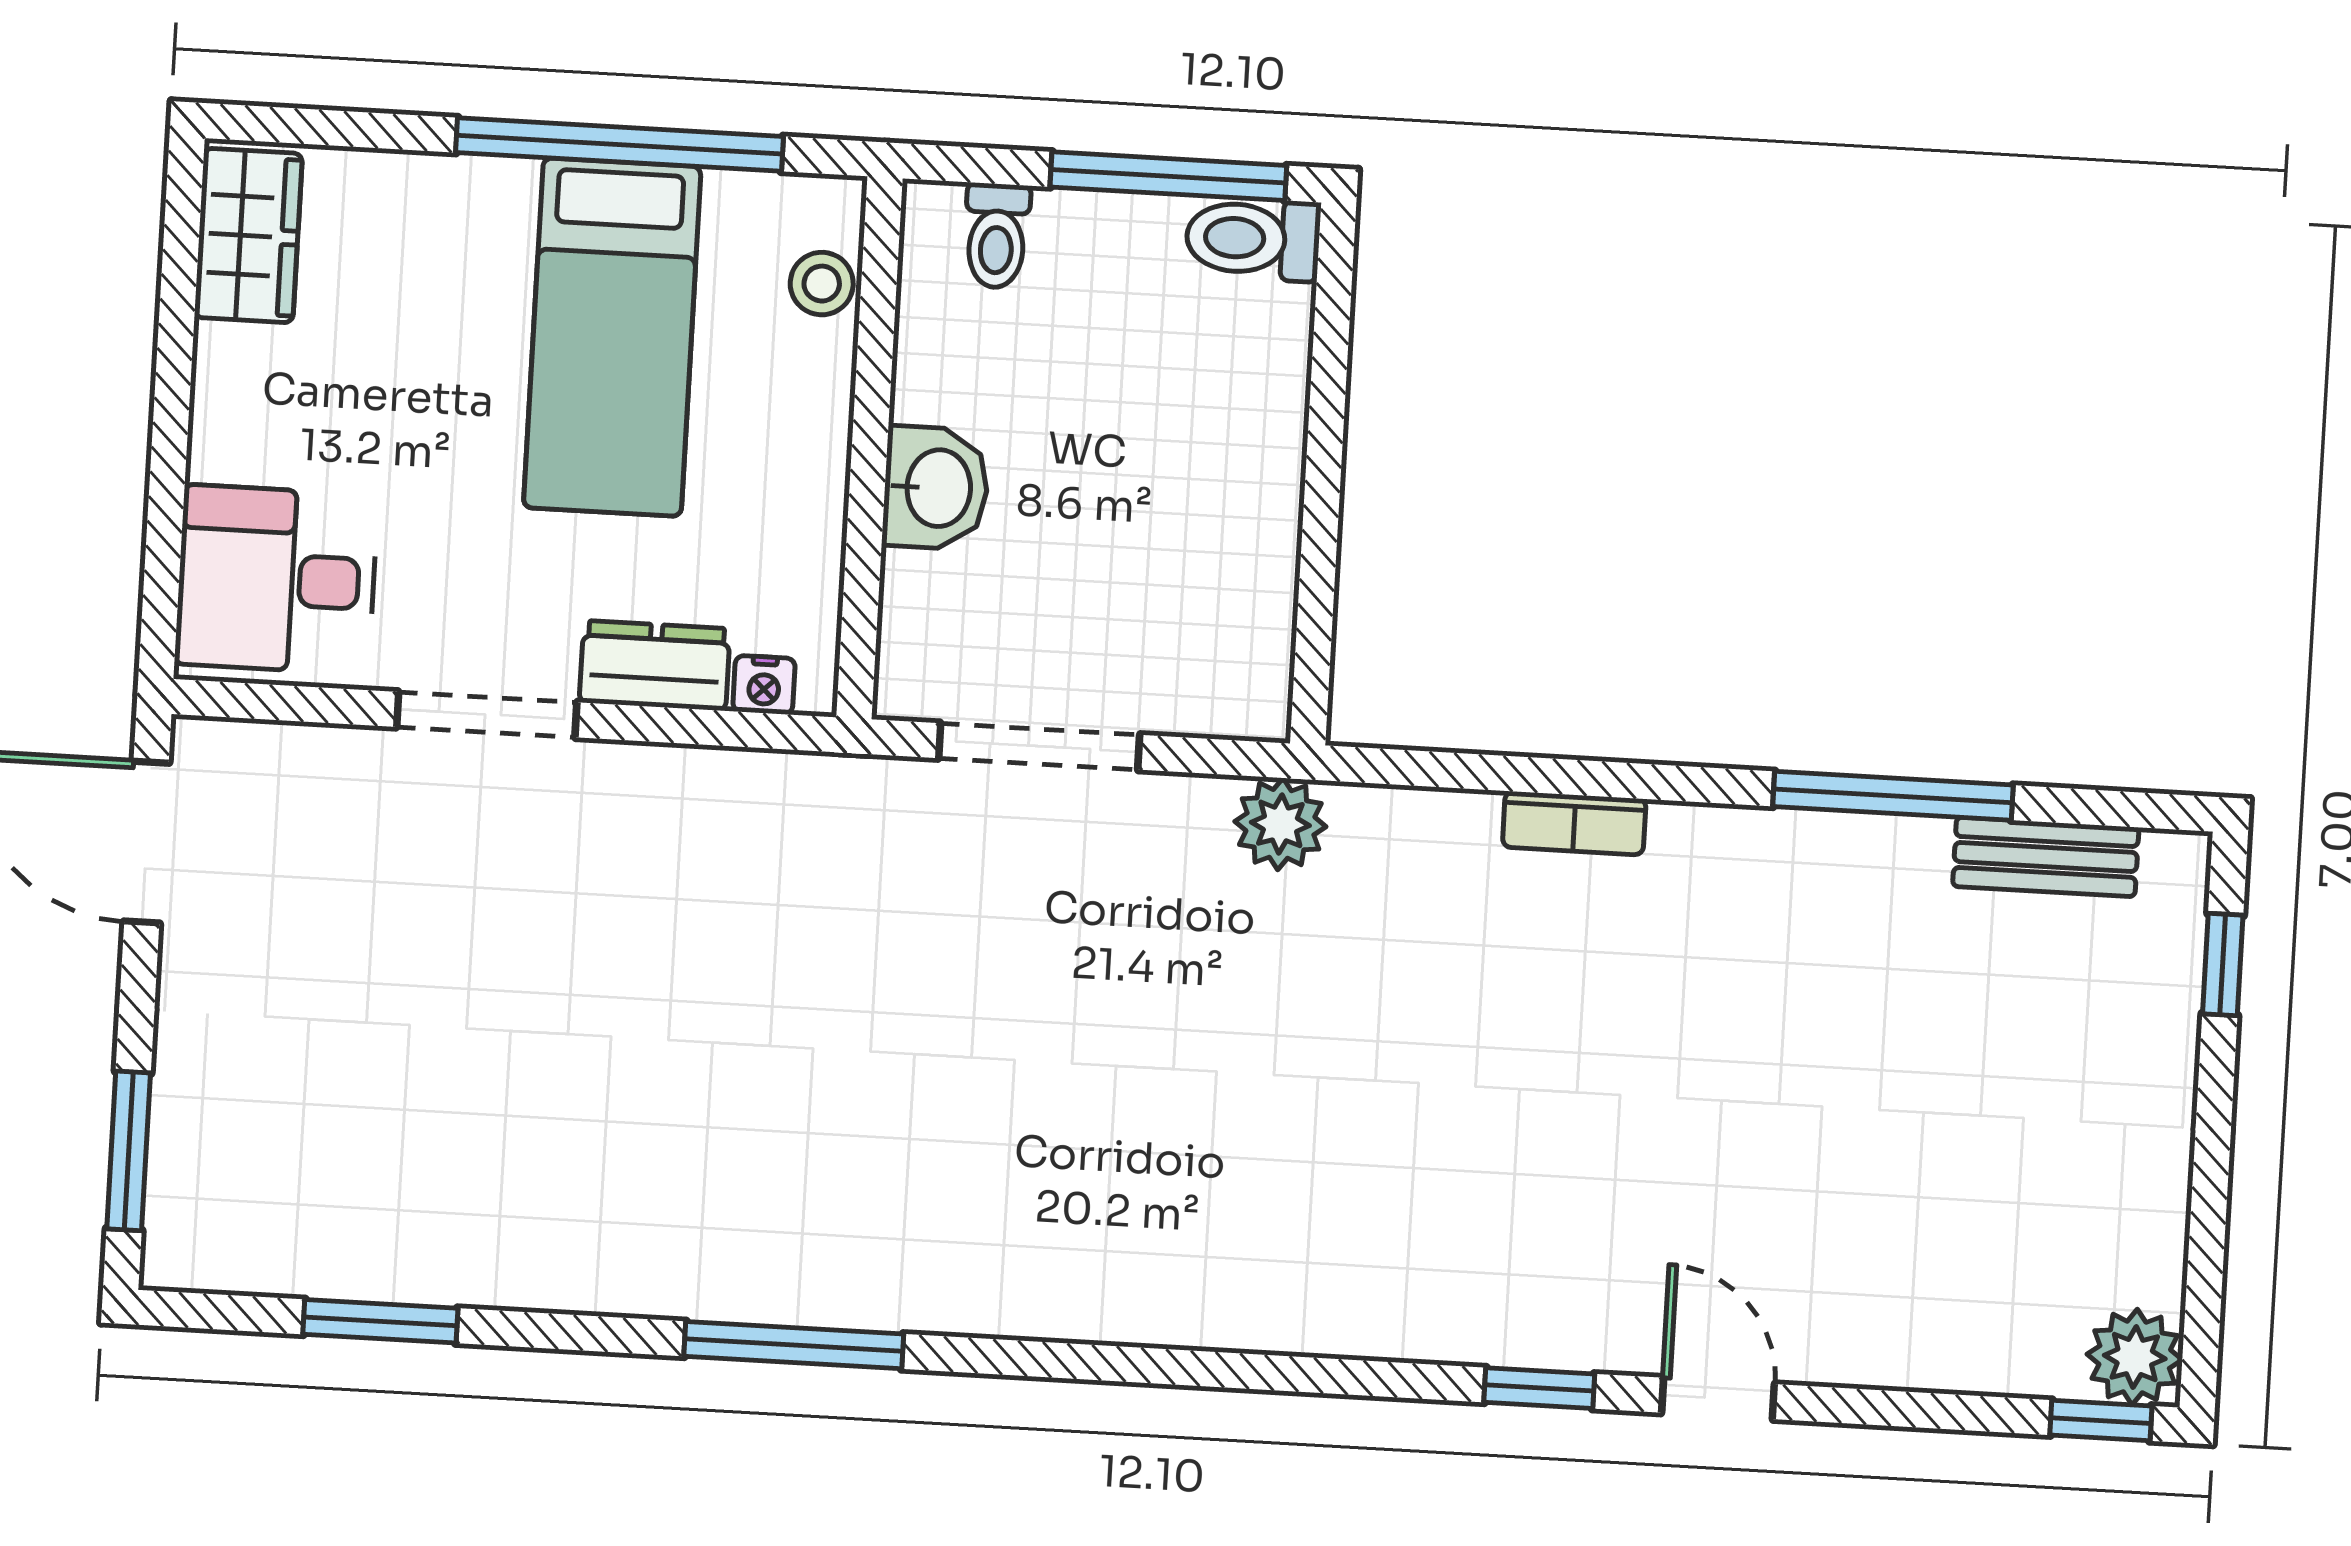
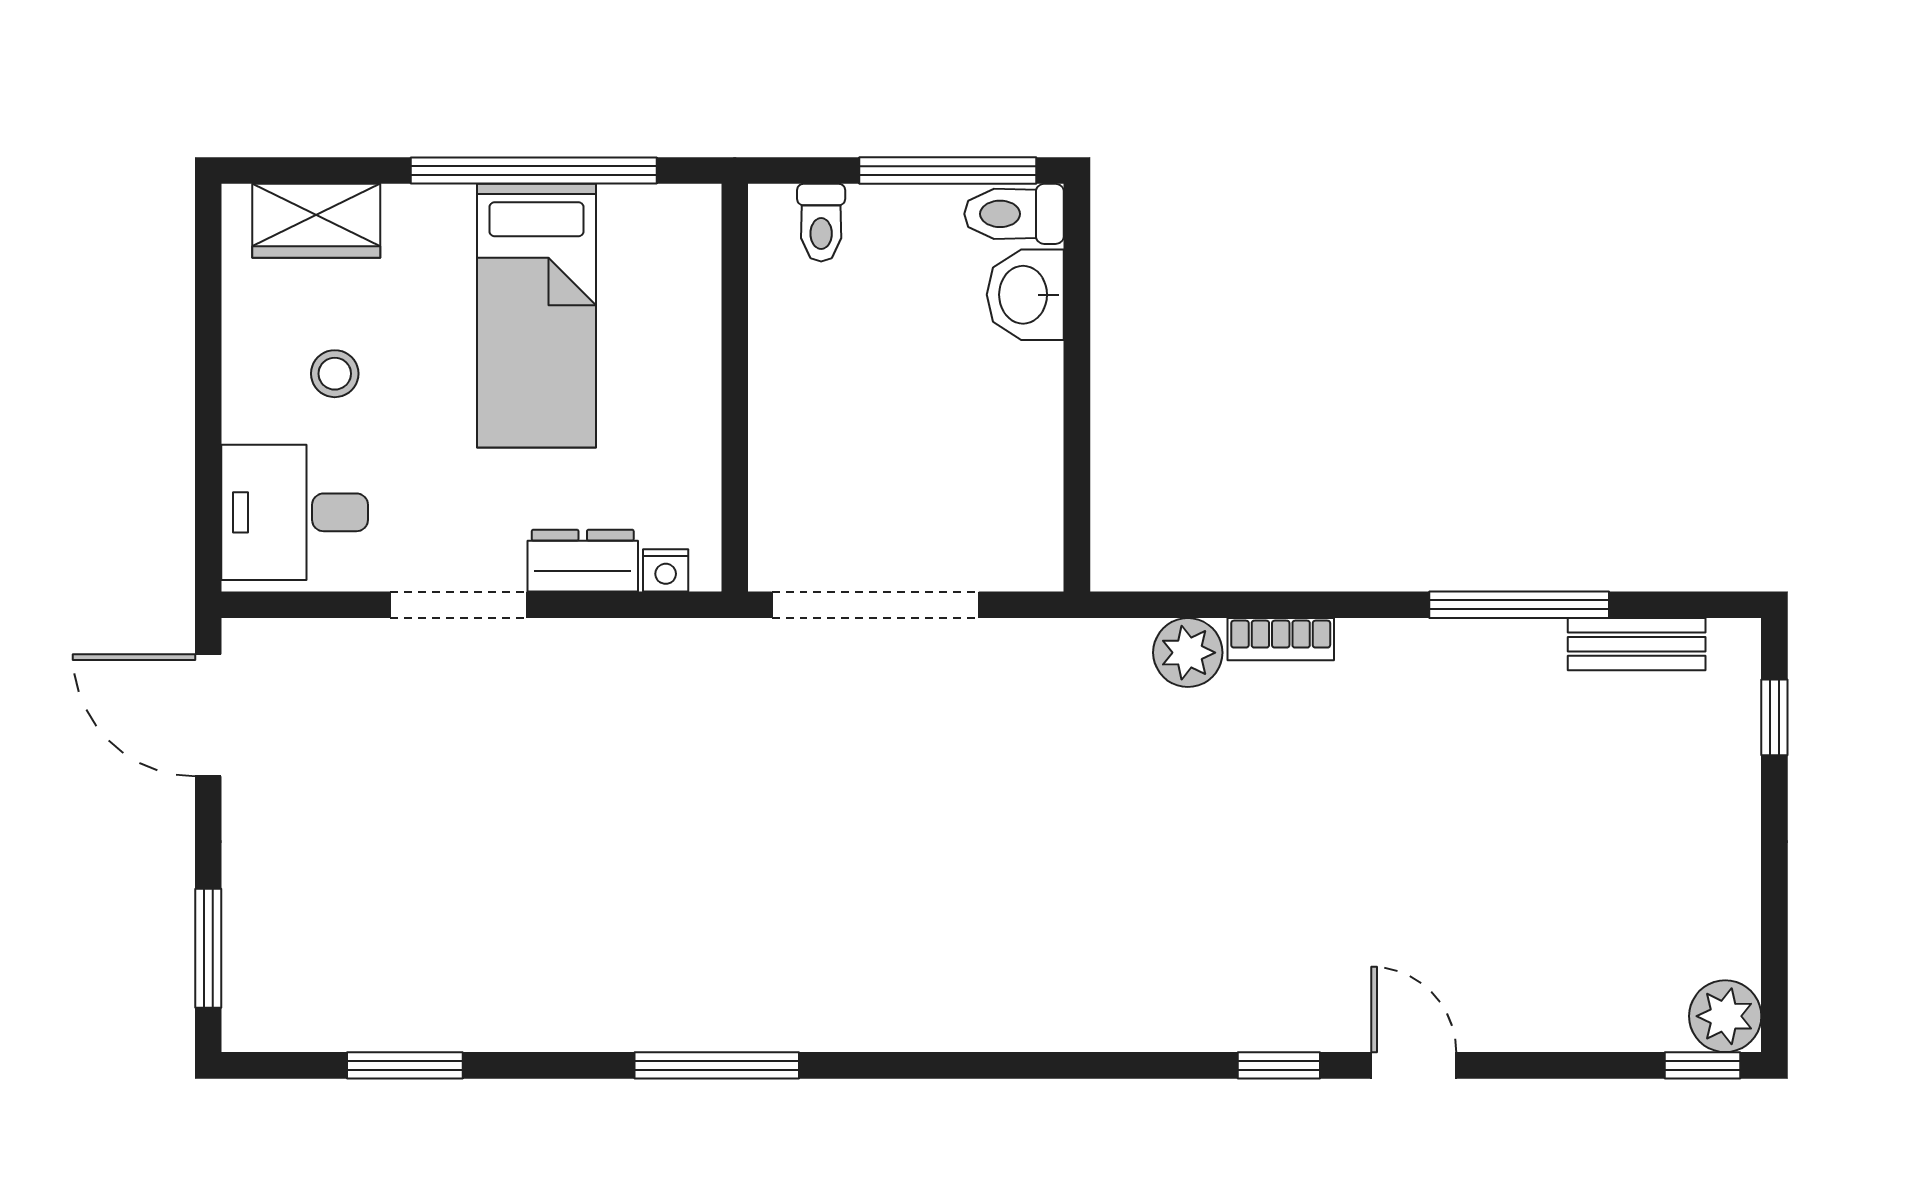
wardrobe: (248, 235) -> (316, 221), moved, turned 90
stool: (822, 284) -> (335, 374), moved
washbasin: (936, 488) -> (1025, 295), moved, turned 180
doorway: (1039, 746) -> (875, 605), width x1.36
plant: (1280, 824) -> (1188, 653), moved

